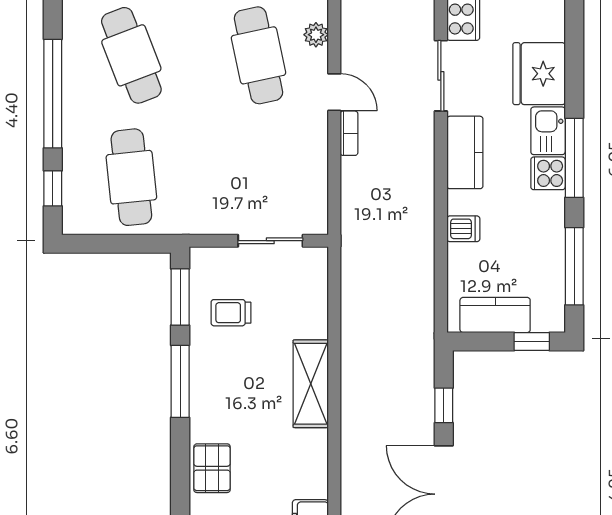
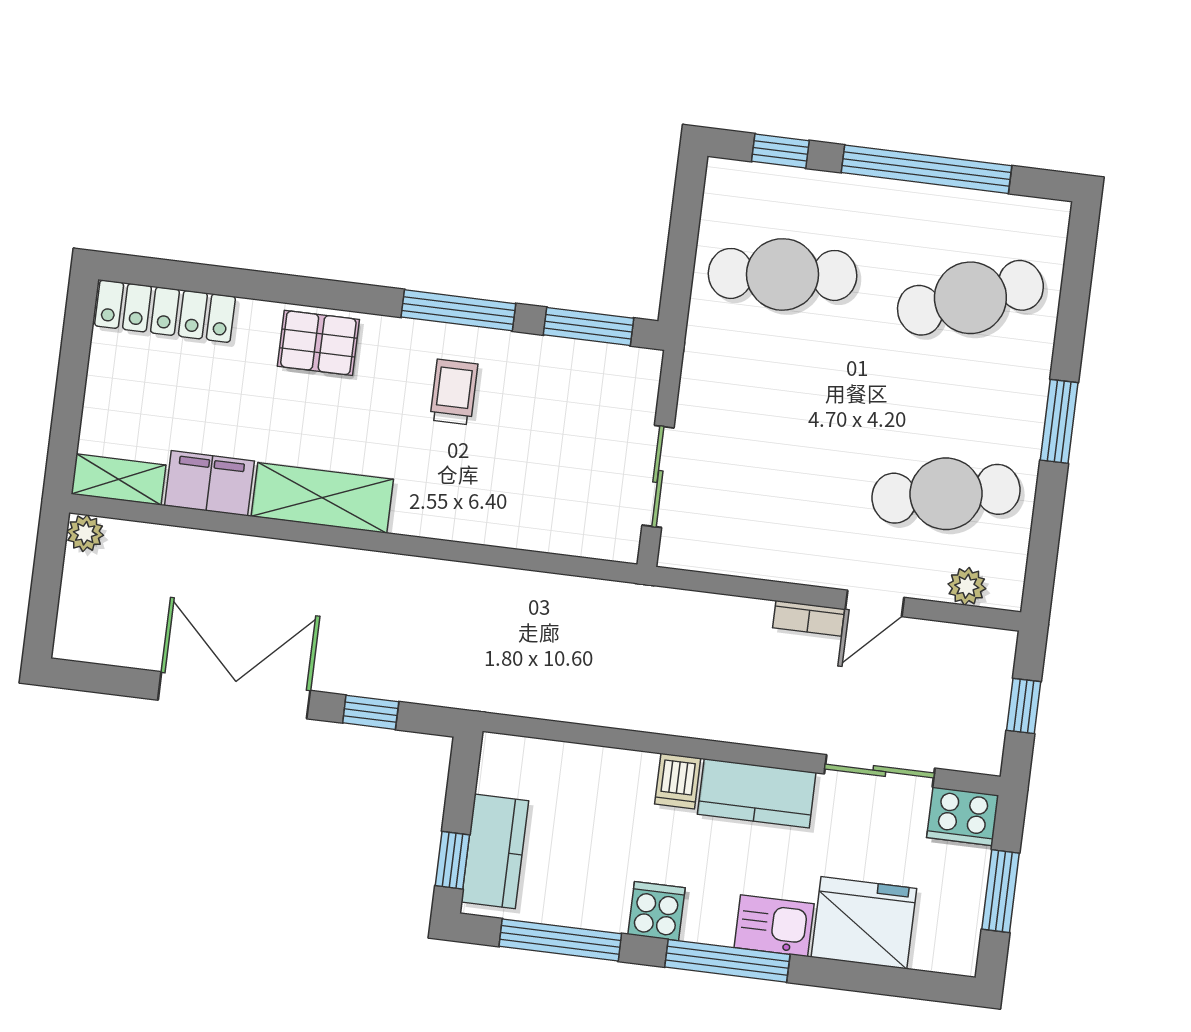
cooker: (548, 173) -> (656, 911), moved
dishwasher: (463, 229) -> (678, 781), moved
trolley: (231, 313) -> (454, 392), moved
kitchen counter: (495, 315) -> (495, 851), moved
shelving: (311, 384) -> (322, 498), moved

